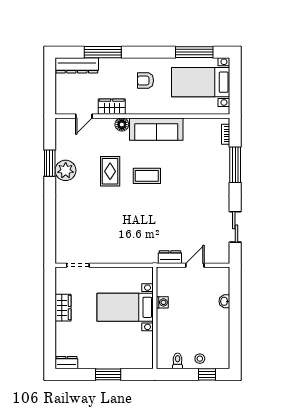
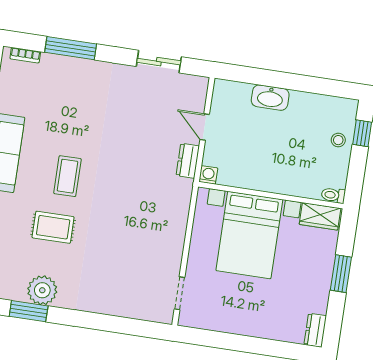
washbasin: (224, 301) -> (270, 98), width x1.91, depth x1.45
washing machine: (162, 302) -> (208, 175), moved
bed with nightstands: (125, 307) -> (249, 235), width x1.36
wardrobe: (63, 308) -> (320, 216), moved, turned 180
toilet: (178, 361) -> (333, 195), moved

